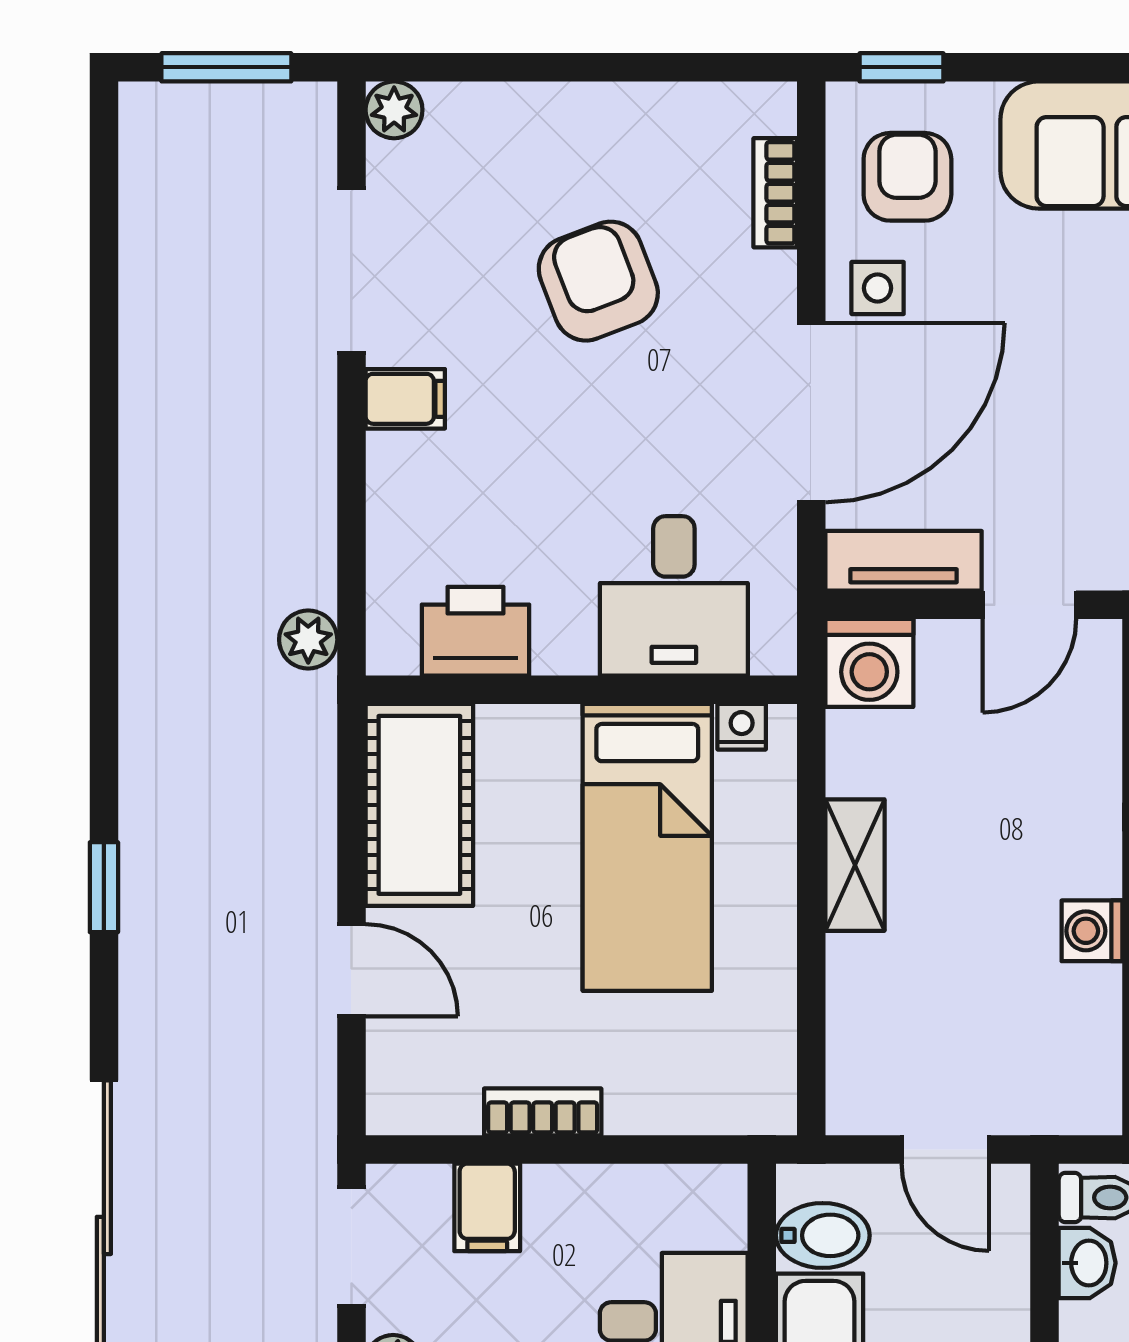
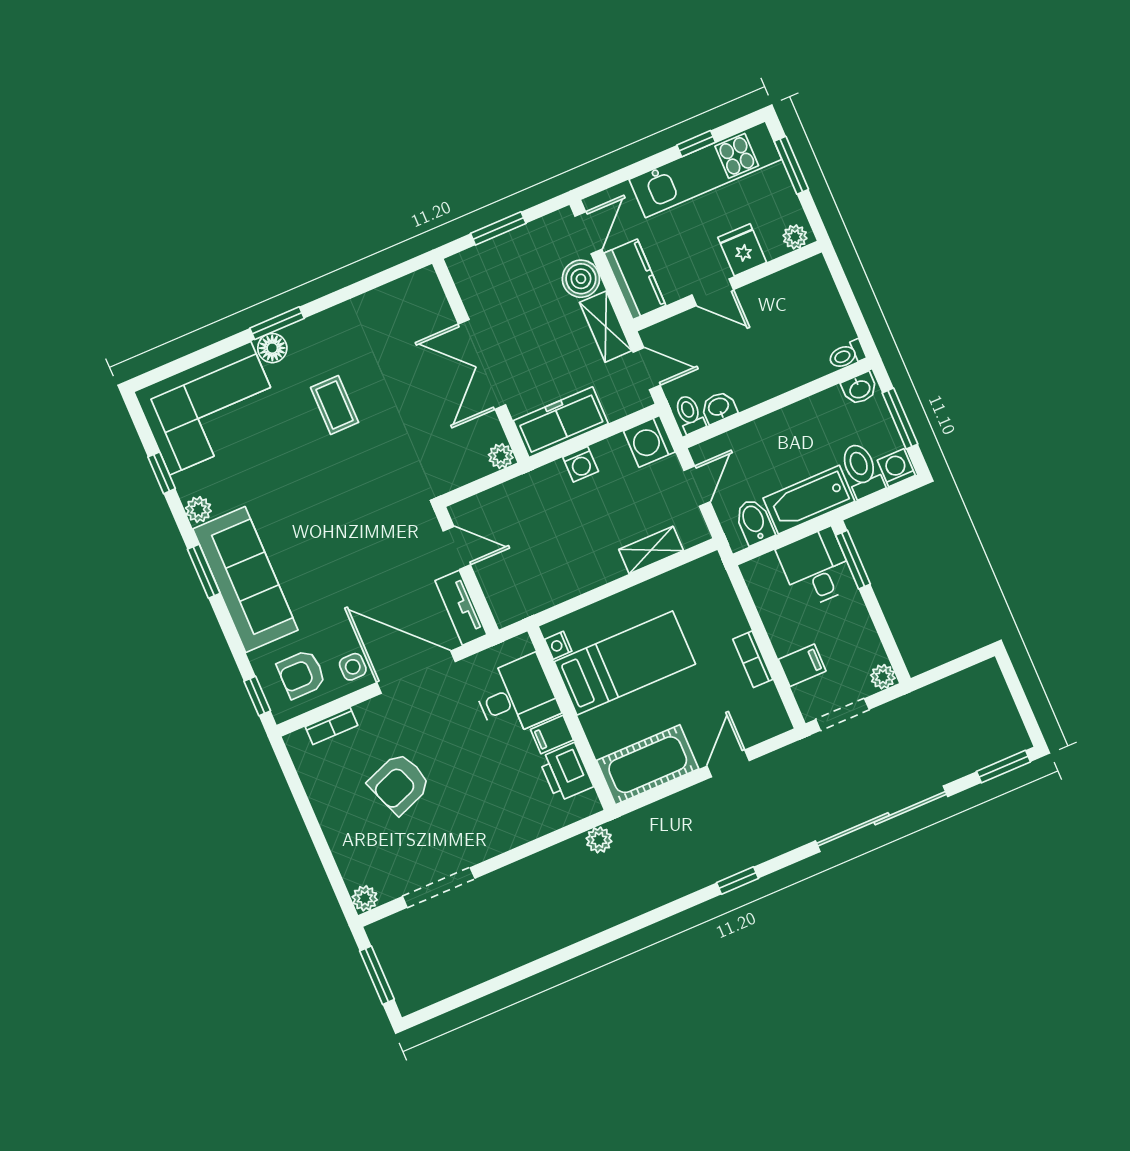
filing cabinet: (405, 399) -> (552, 735), moved, turned -90
washing machine: (869, 663) -> (649, 441), moved, turned 180
shelving: (855, 865) -> (651, 550), moved

